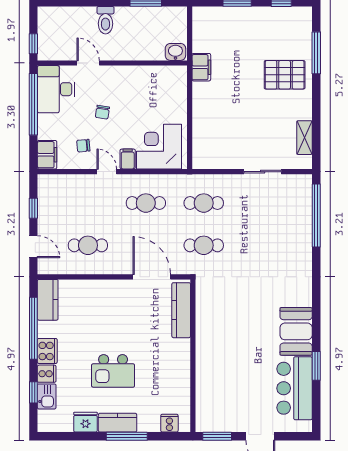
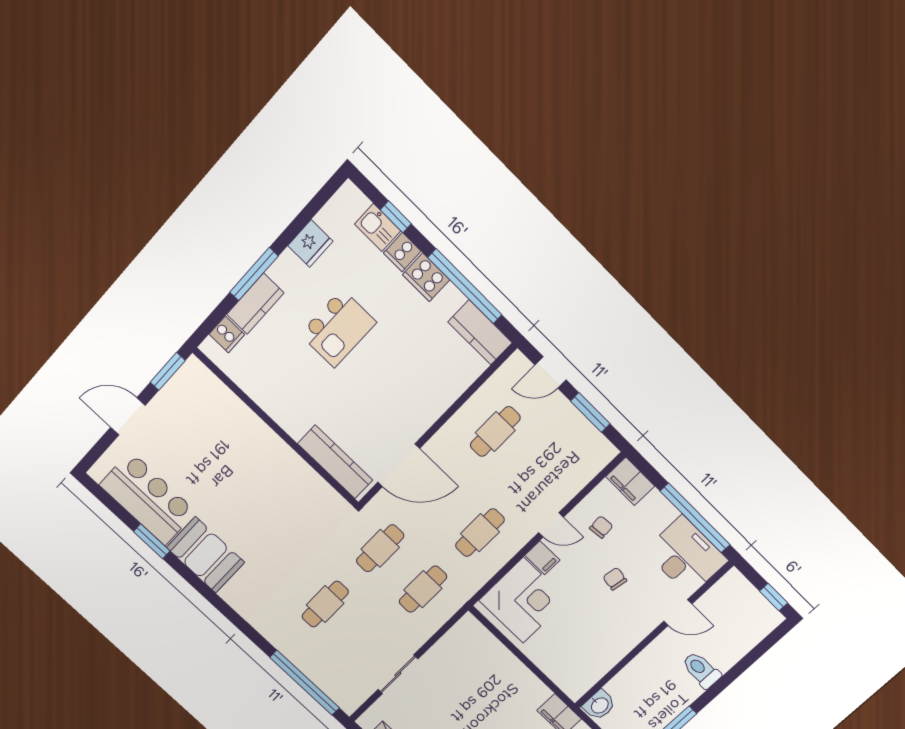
window: (33, 44) -> (774, 597), moved
window: (33, 208) -> (590, 412), width x1.50
cafe table: (262, 245) -> (325, 604), added
kitchen island: (113, 371) -> (338, 328), turned 180
kitchen counter: (118, 423) -> (255, 304), moved

